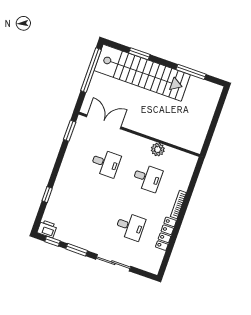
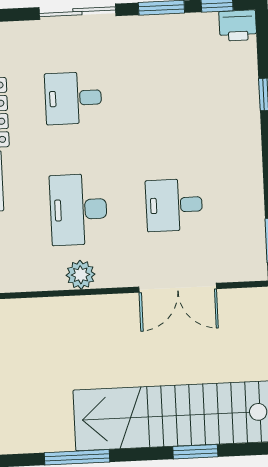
double door: (104, 122) -> (178, 288), moved
desk: (147, 178) -> (78, 210), width x1.37

